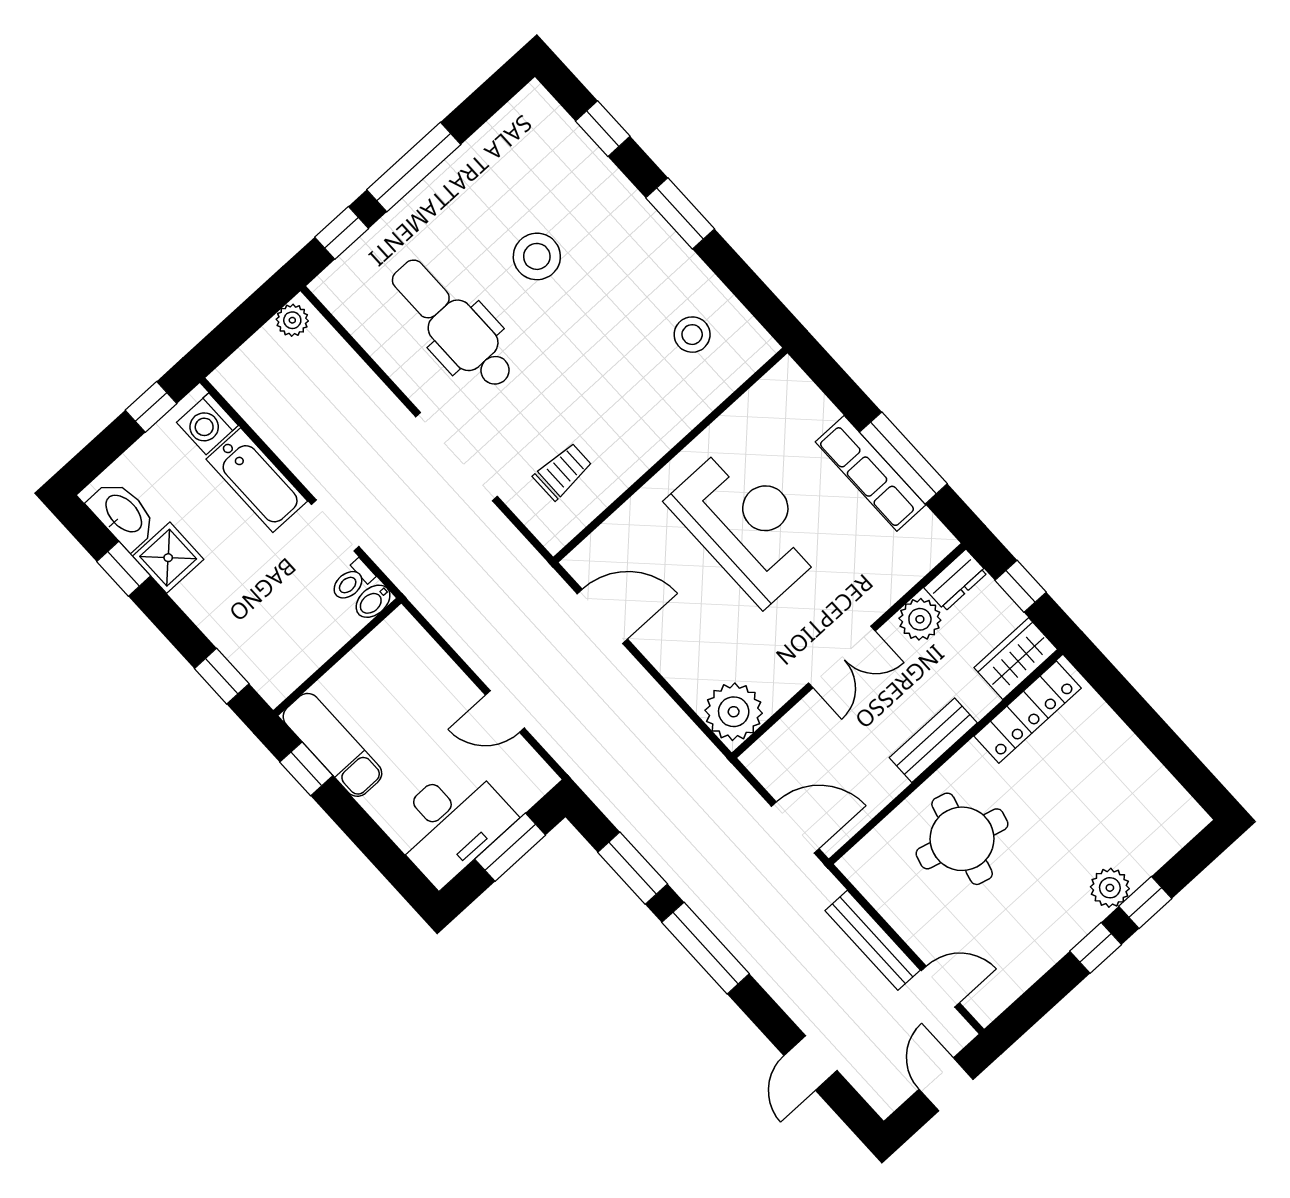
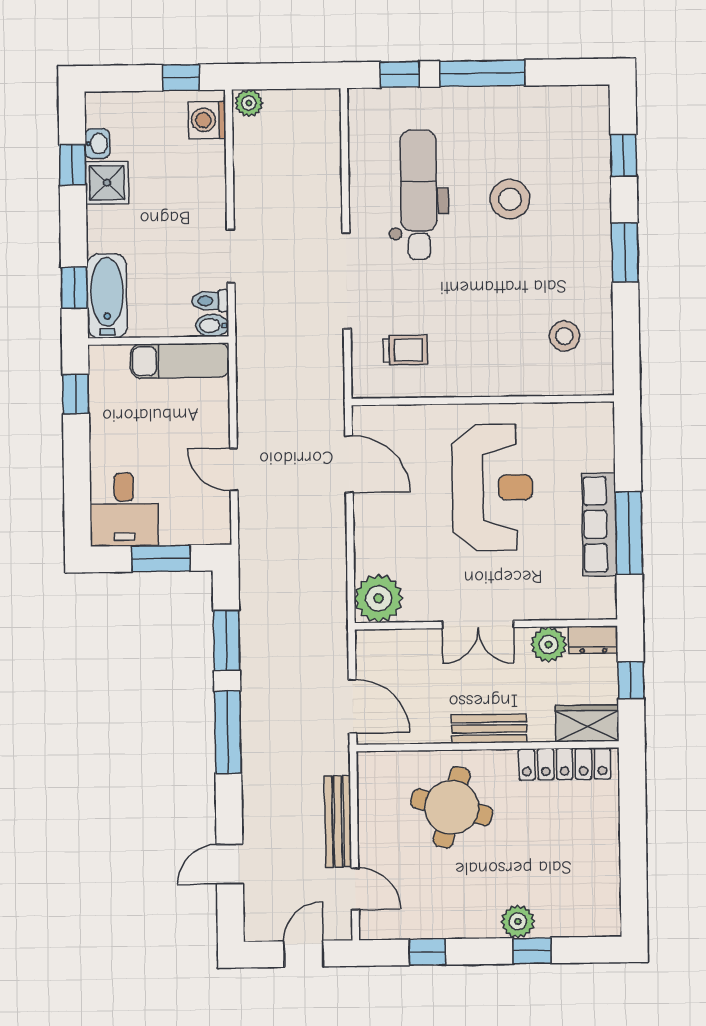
plant: (292, 320) -> (249, 103), moved
bathtub: (257, 480) -> (107, 296), moved, turned 180
washbasin: (123, 514) -> (97, 144), width x0.52, depth x0.69
exam couch: (332, 745) -> (180, 361), moved, turned 90
desk: (450, 823) -> (124, 510), width x0.73
window: (1096, 948) -> (427, 952), moved

